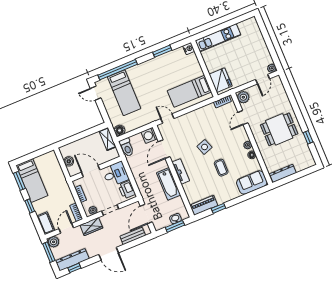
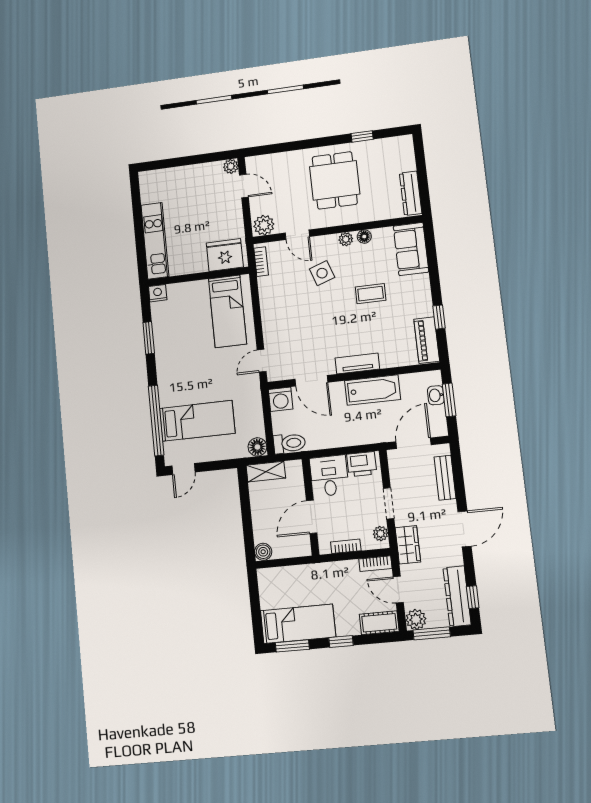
side table: (205, 147) -> (322, 273), moved
boiler: (69, 161) -> (263, 552), moved
door: (146, 214) -> (414, 443), swing flipped

